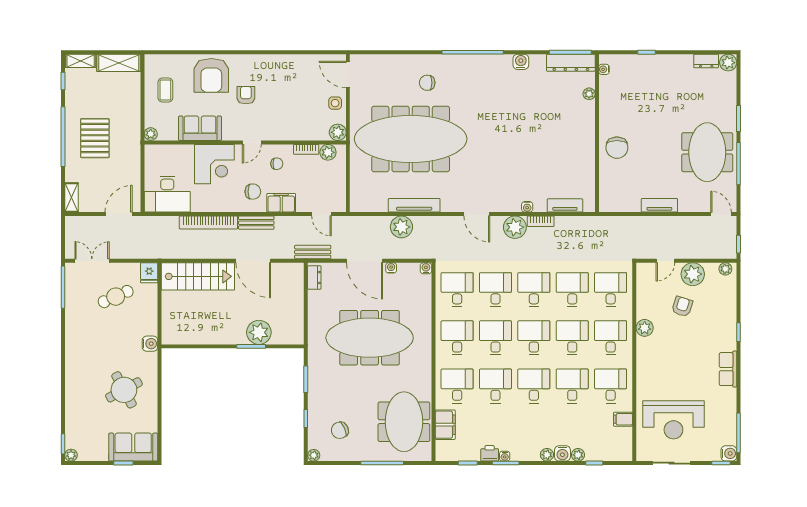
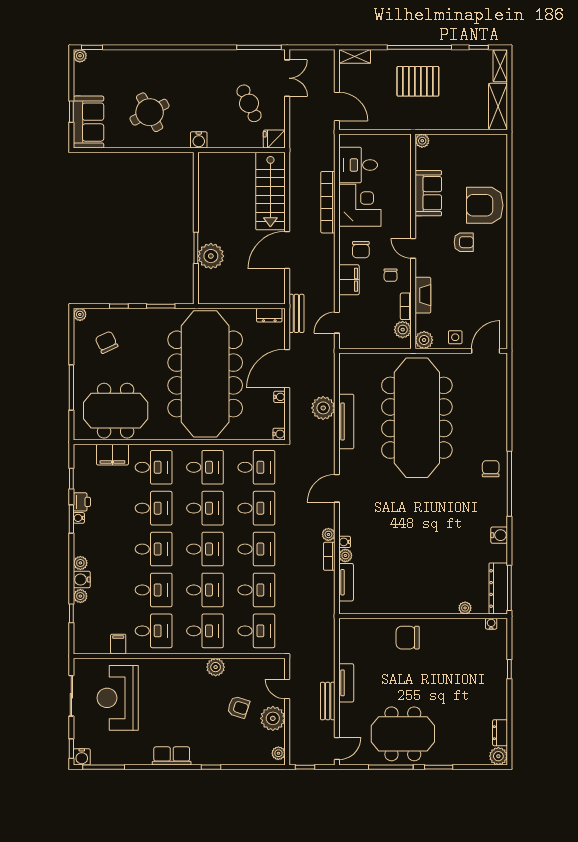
chair: (427, 83) -> (491, 469), moved
coffee table: (165, 90) -> (469, 156), removed
fireplace: (296, 133) -> (423, 295), added
corner desk: (214, 164) -> (360, 205), moved, turned 180
desk: (167, 194) -> (358, 165), width x0.73
plant: (540, 206) -> (345, 556), added
bench: (256, 223) -> (328, 701), moved
plant: (515, 227) -> (328, 534), width x0.53, depth x0.53
meeting table: (370, 338) -> (205, 374), width x1.36, depth x1.27

